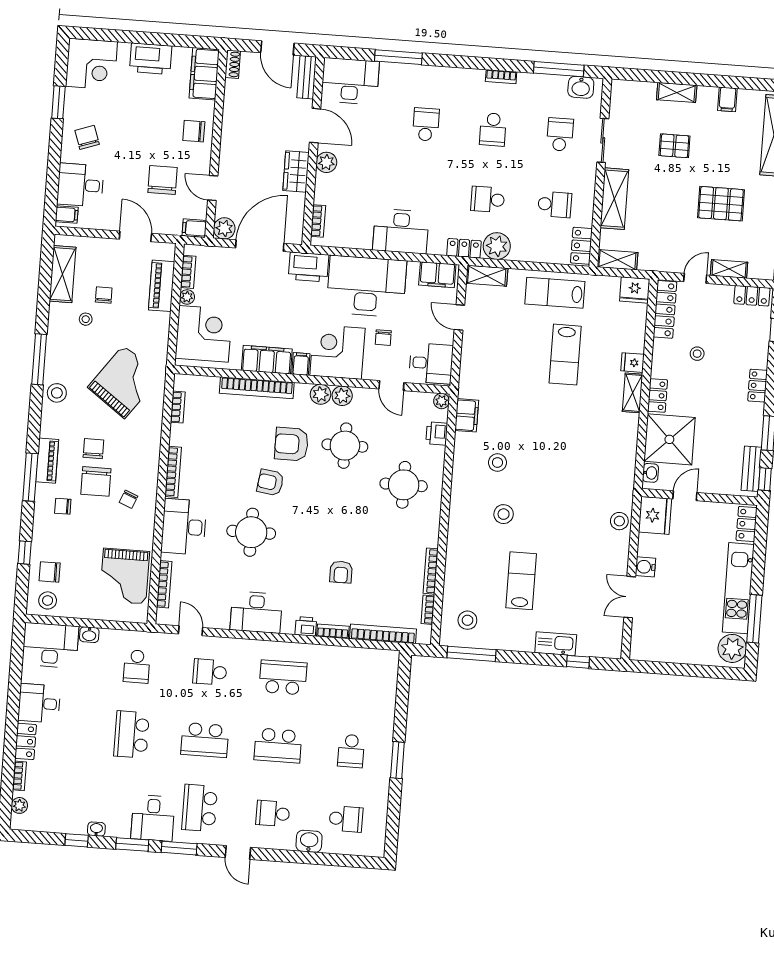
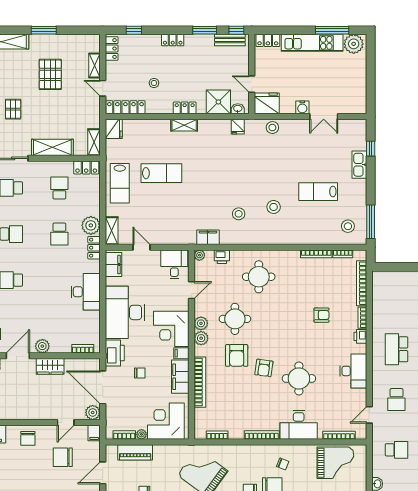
door: (459, 317) -> (141, 247), swing flipped
chair: (383, 338) -> (140, 373), moved
fridge: (632, 363) -> (238, 127), moved
shower: (669, 439) -> (218, 102), width x0.73, depth x0.73

